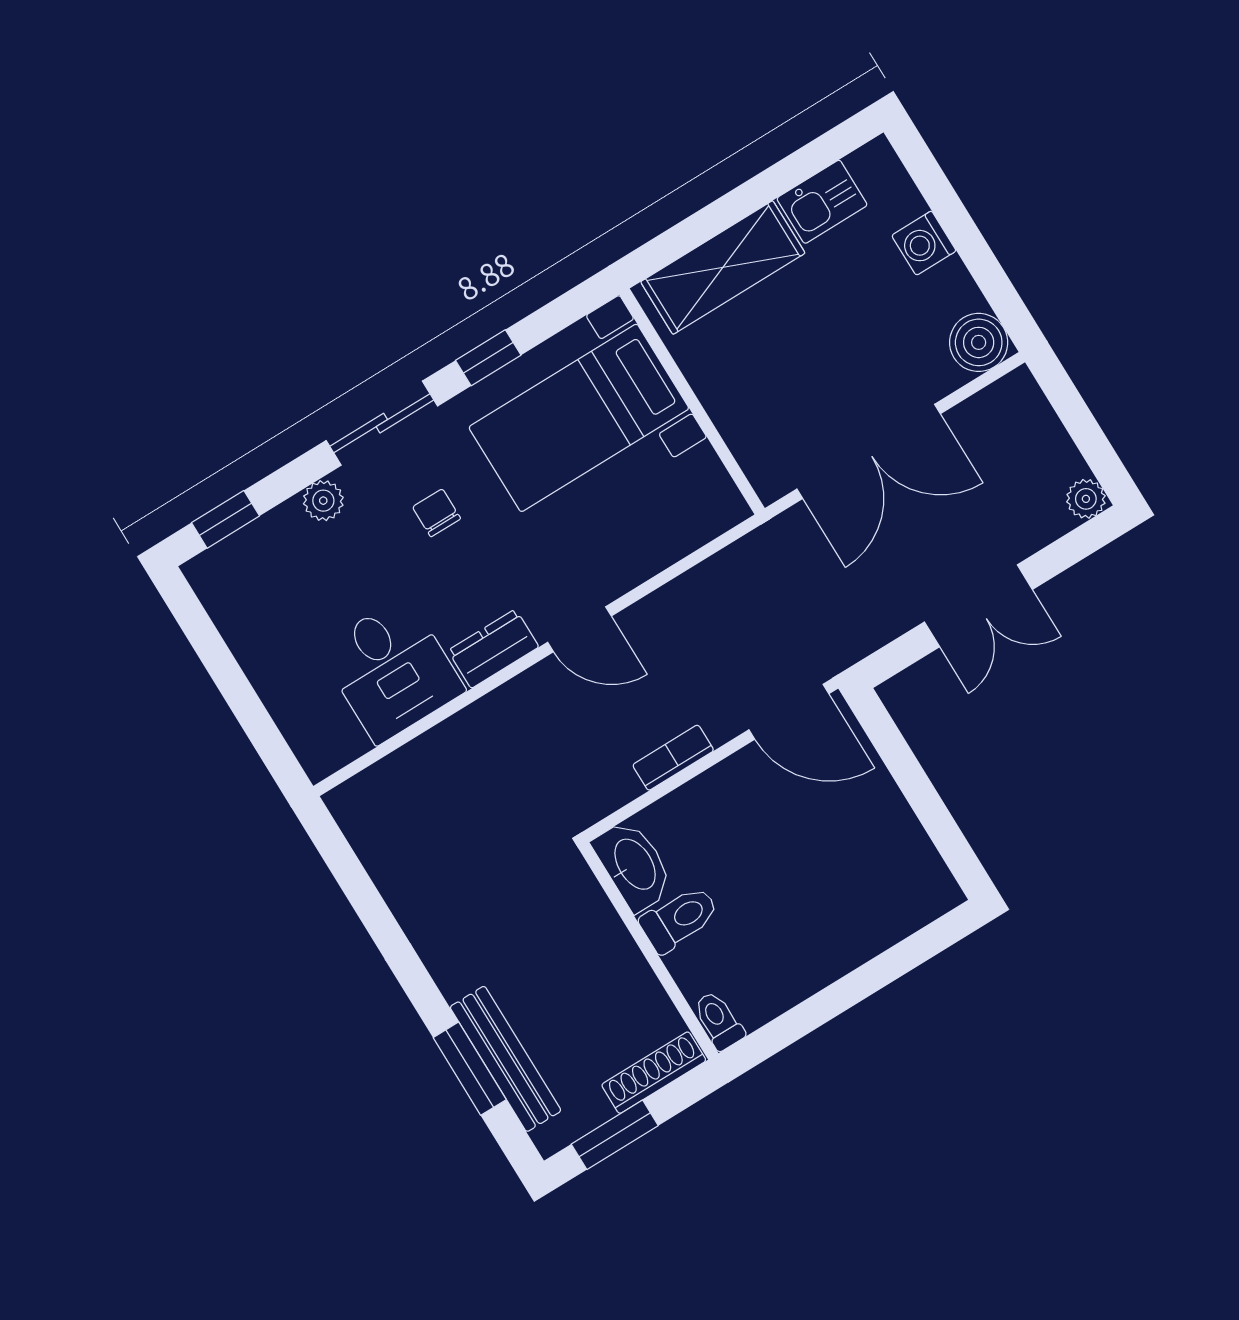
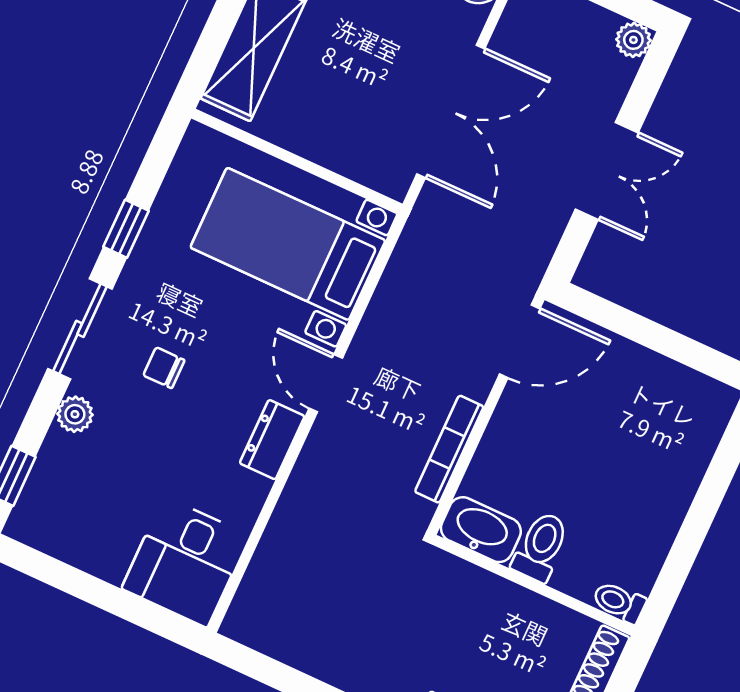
bed with nightstands: (579, 418) -> (288, 244), moved, turned 90
door: (579, 629) -> (326, 383), swing flipped
desk: (391, 670) -> (185, 562), moved, turned 90
bookcase: (673, 758) -> (449, 449), width x1.56

